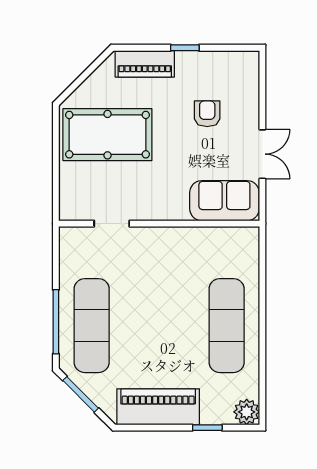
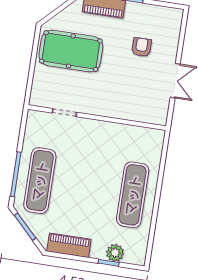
sofa: (224, 201) -> (144, 109), removed
piano: (158, 407) -> (69, 245), width x0.73, depth x0.75
plant: (247, 412) -> (115, 253), moved

